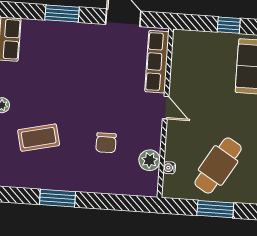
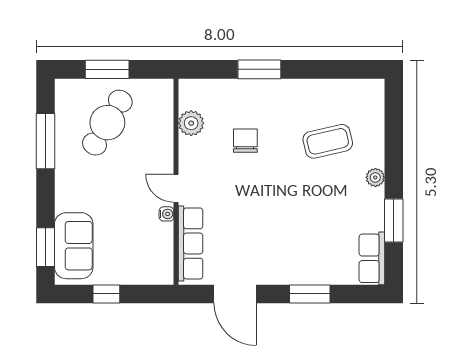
water cooler: (169, 168) -> (166, 214), moved
window: (58, 198) -> (259, 69), moved

